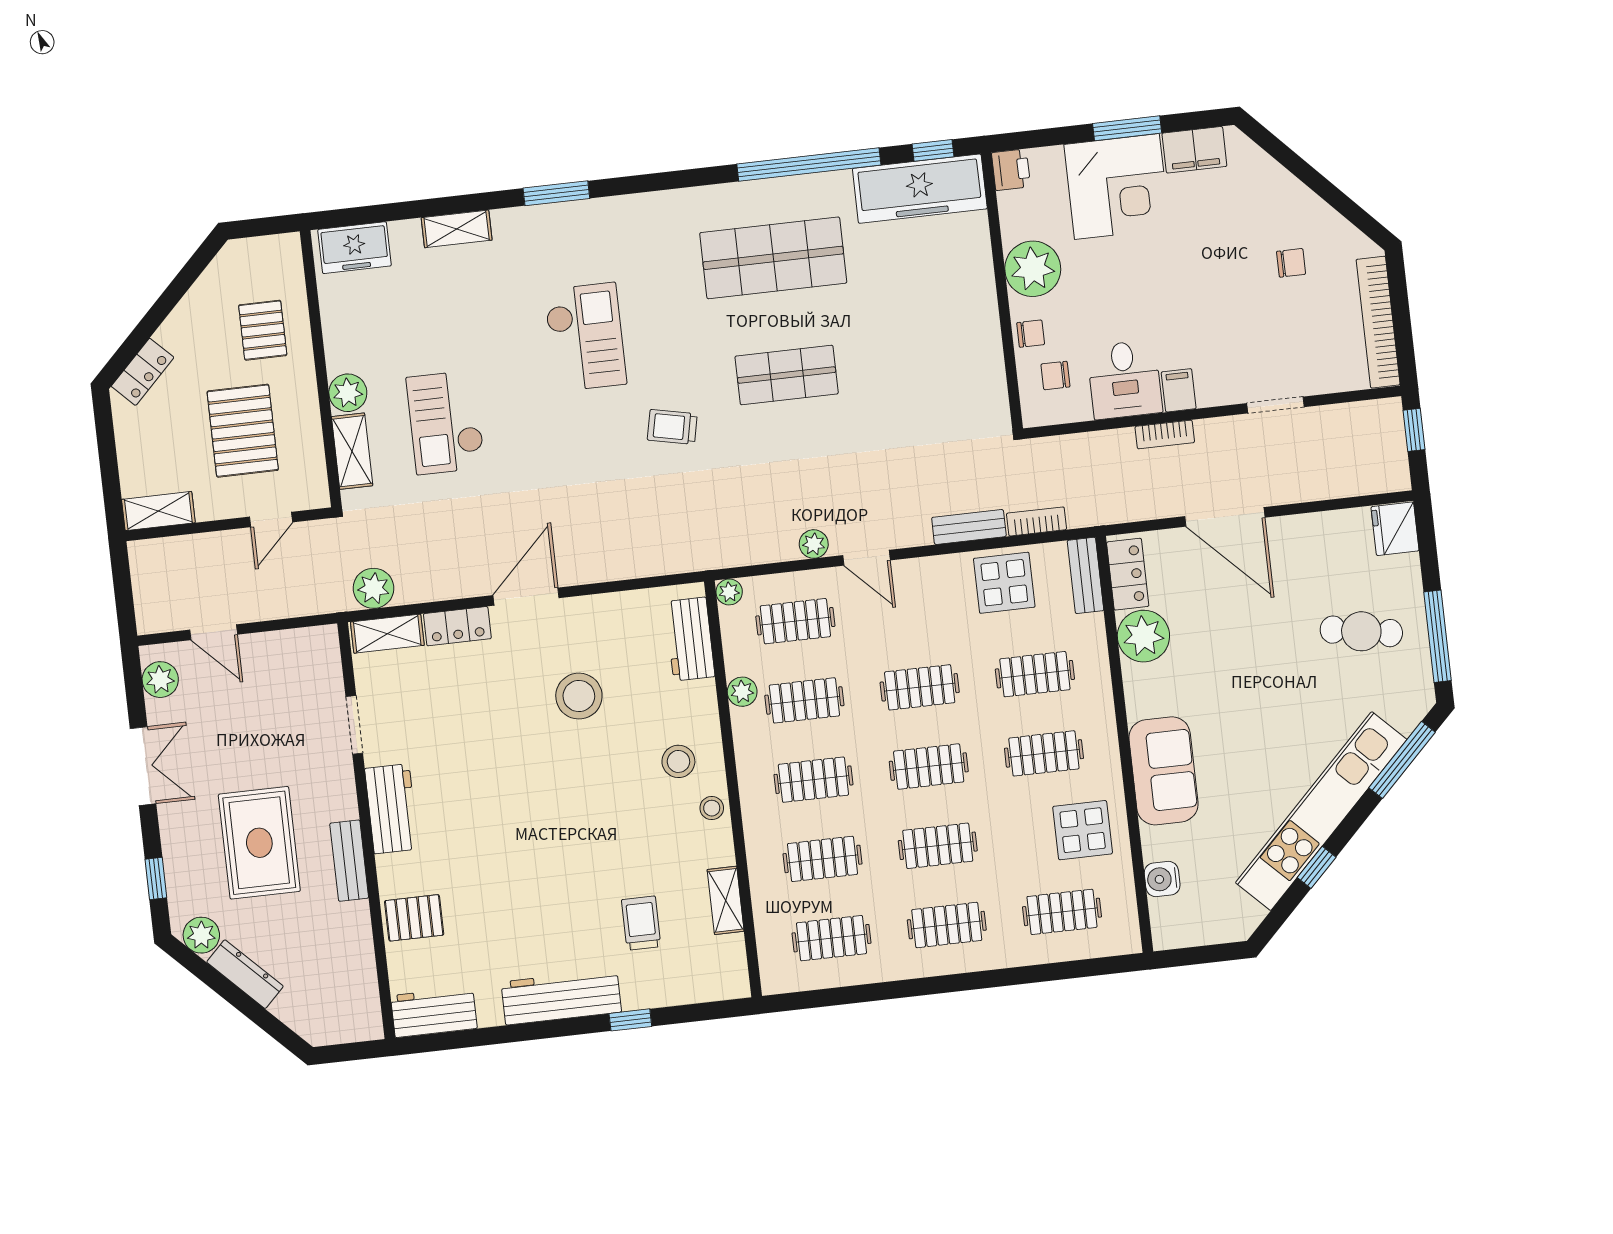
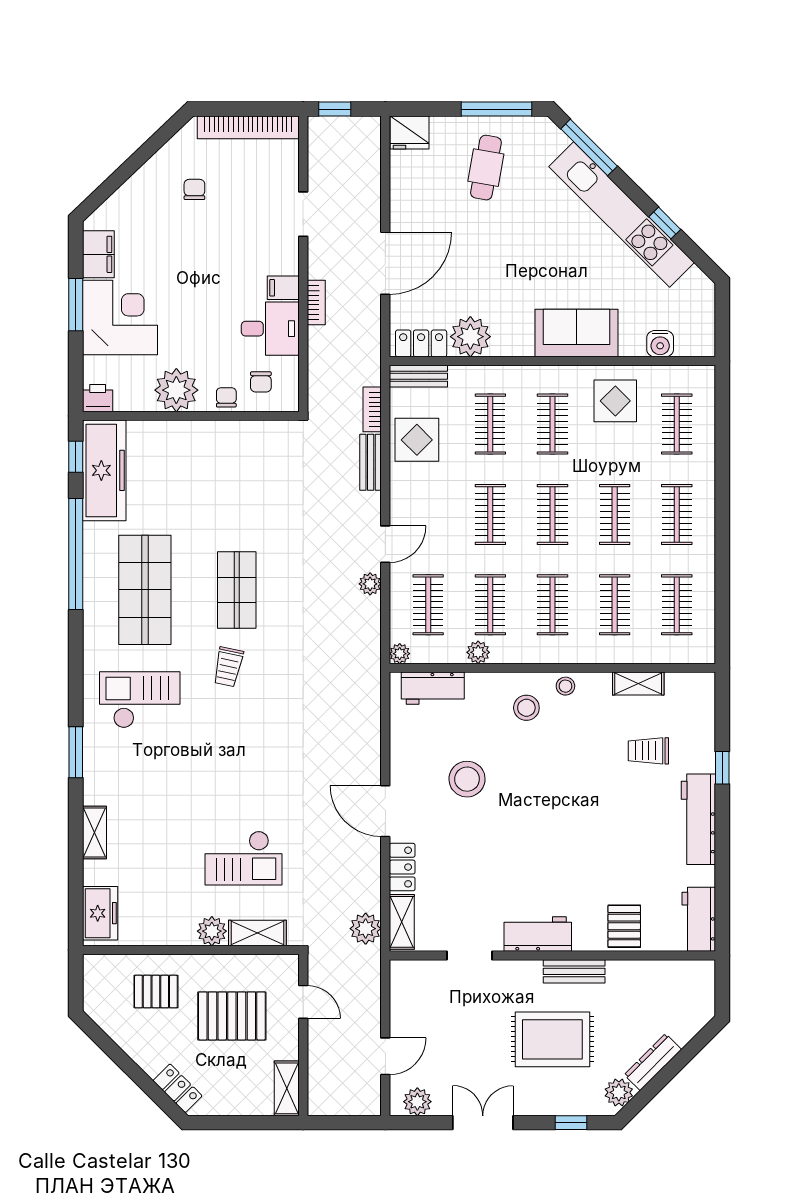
checkout: (585, 337) -> (140, 700), moved
trolley: (672, 427) -> (228, 667), moved

